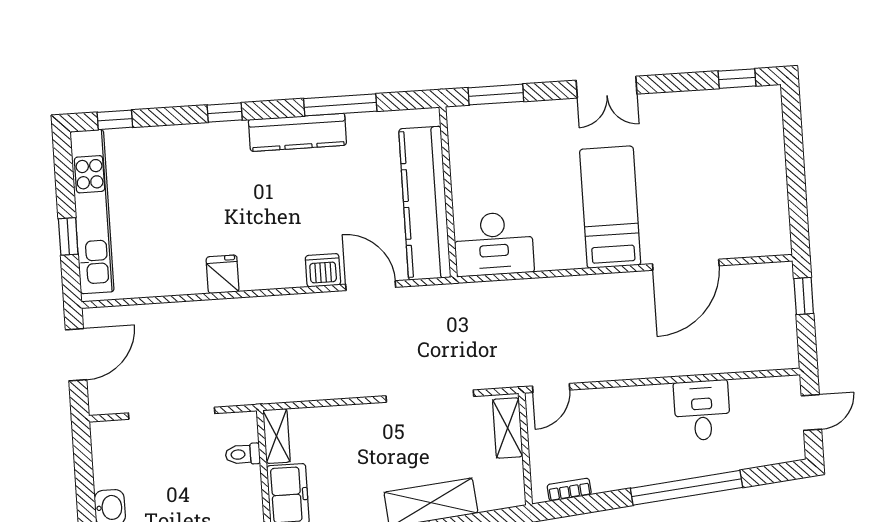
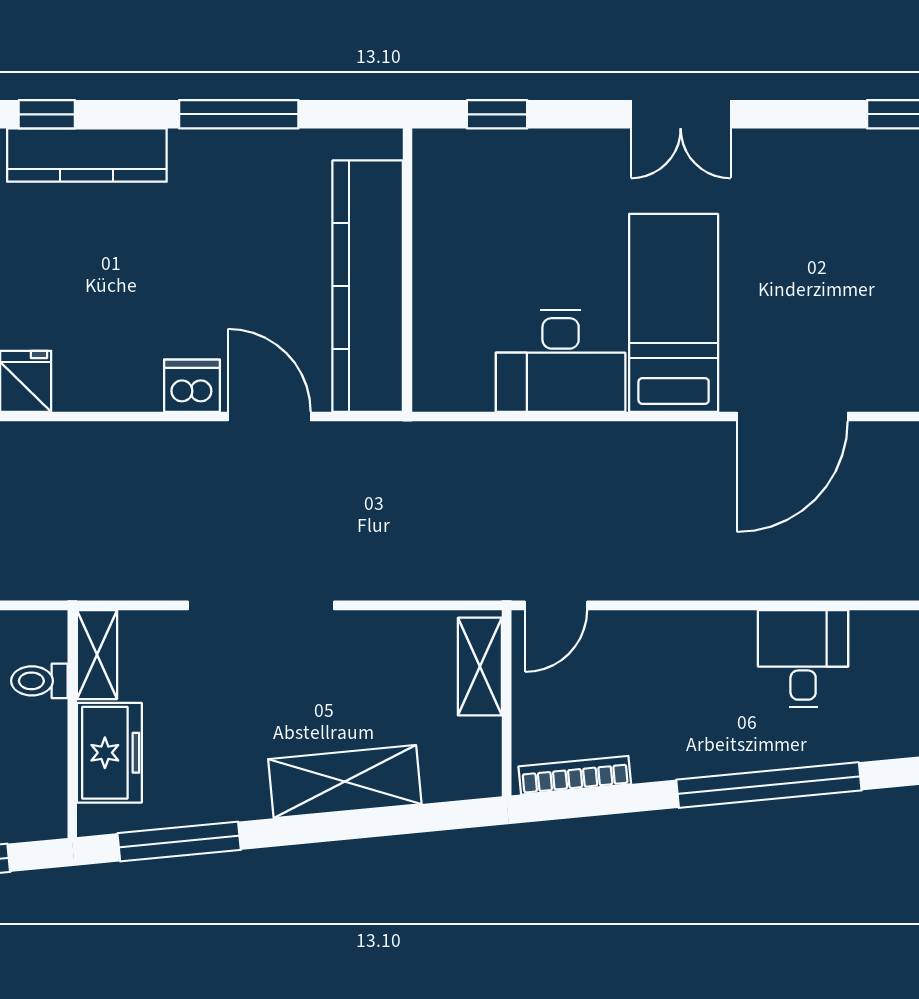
window: (496, 95) -> (497, 114), width x0.67
kitchen counter: (298, 132) -> (87, 155), moved
desk: (494, 244) -> (561, 361), moved
doorway: (430, 396) -> (261, 605), moved
bookcase: (569, 490) -> (575, 775), width x1.56

